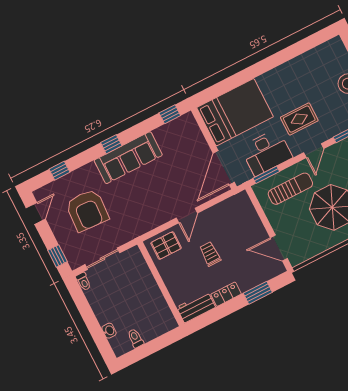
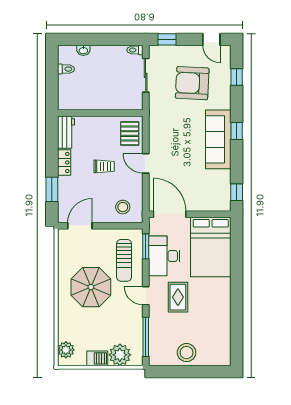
stool: (240, 216) -> (123, 207), added

